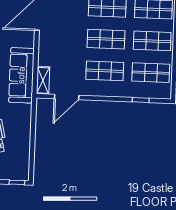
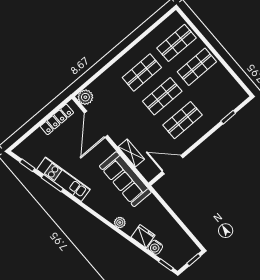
shop shelf: (151, 73) -> (217, 91), removed
shelving: (43, 80) -> (131, 153), moved
door: (67, 97) -> (173, 165), swing flipped

